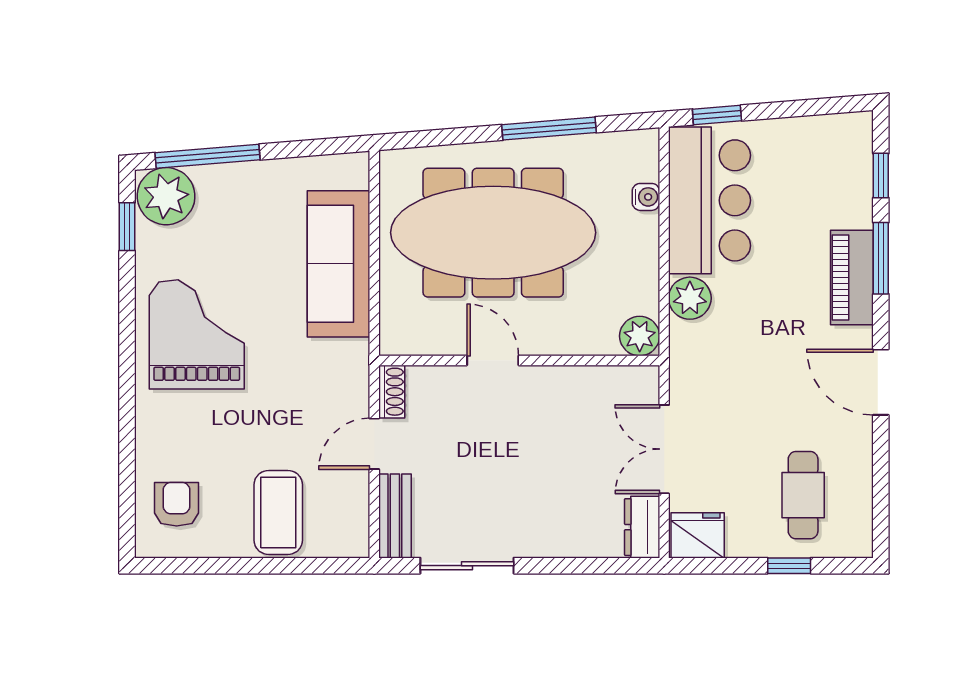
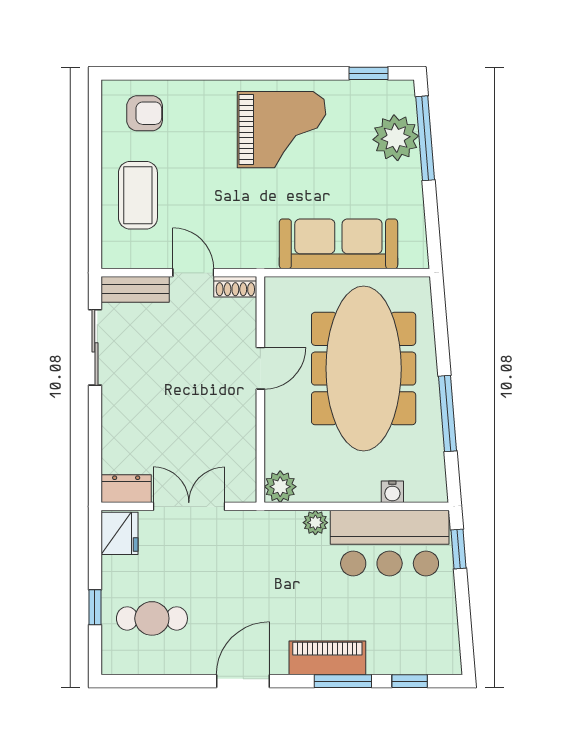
plant: (166, 196) -> (396, 138), moved
plant: (690, 298) -> (315, 523), width x0.73, depth x0.73
coffee table: (278, 512) -> (138, 195), turned 90

